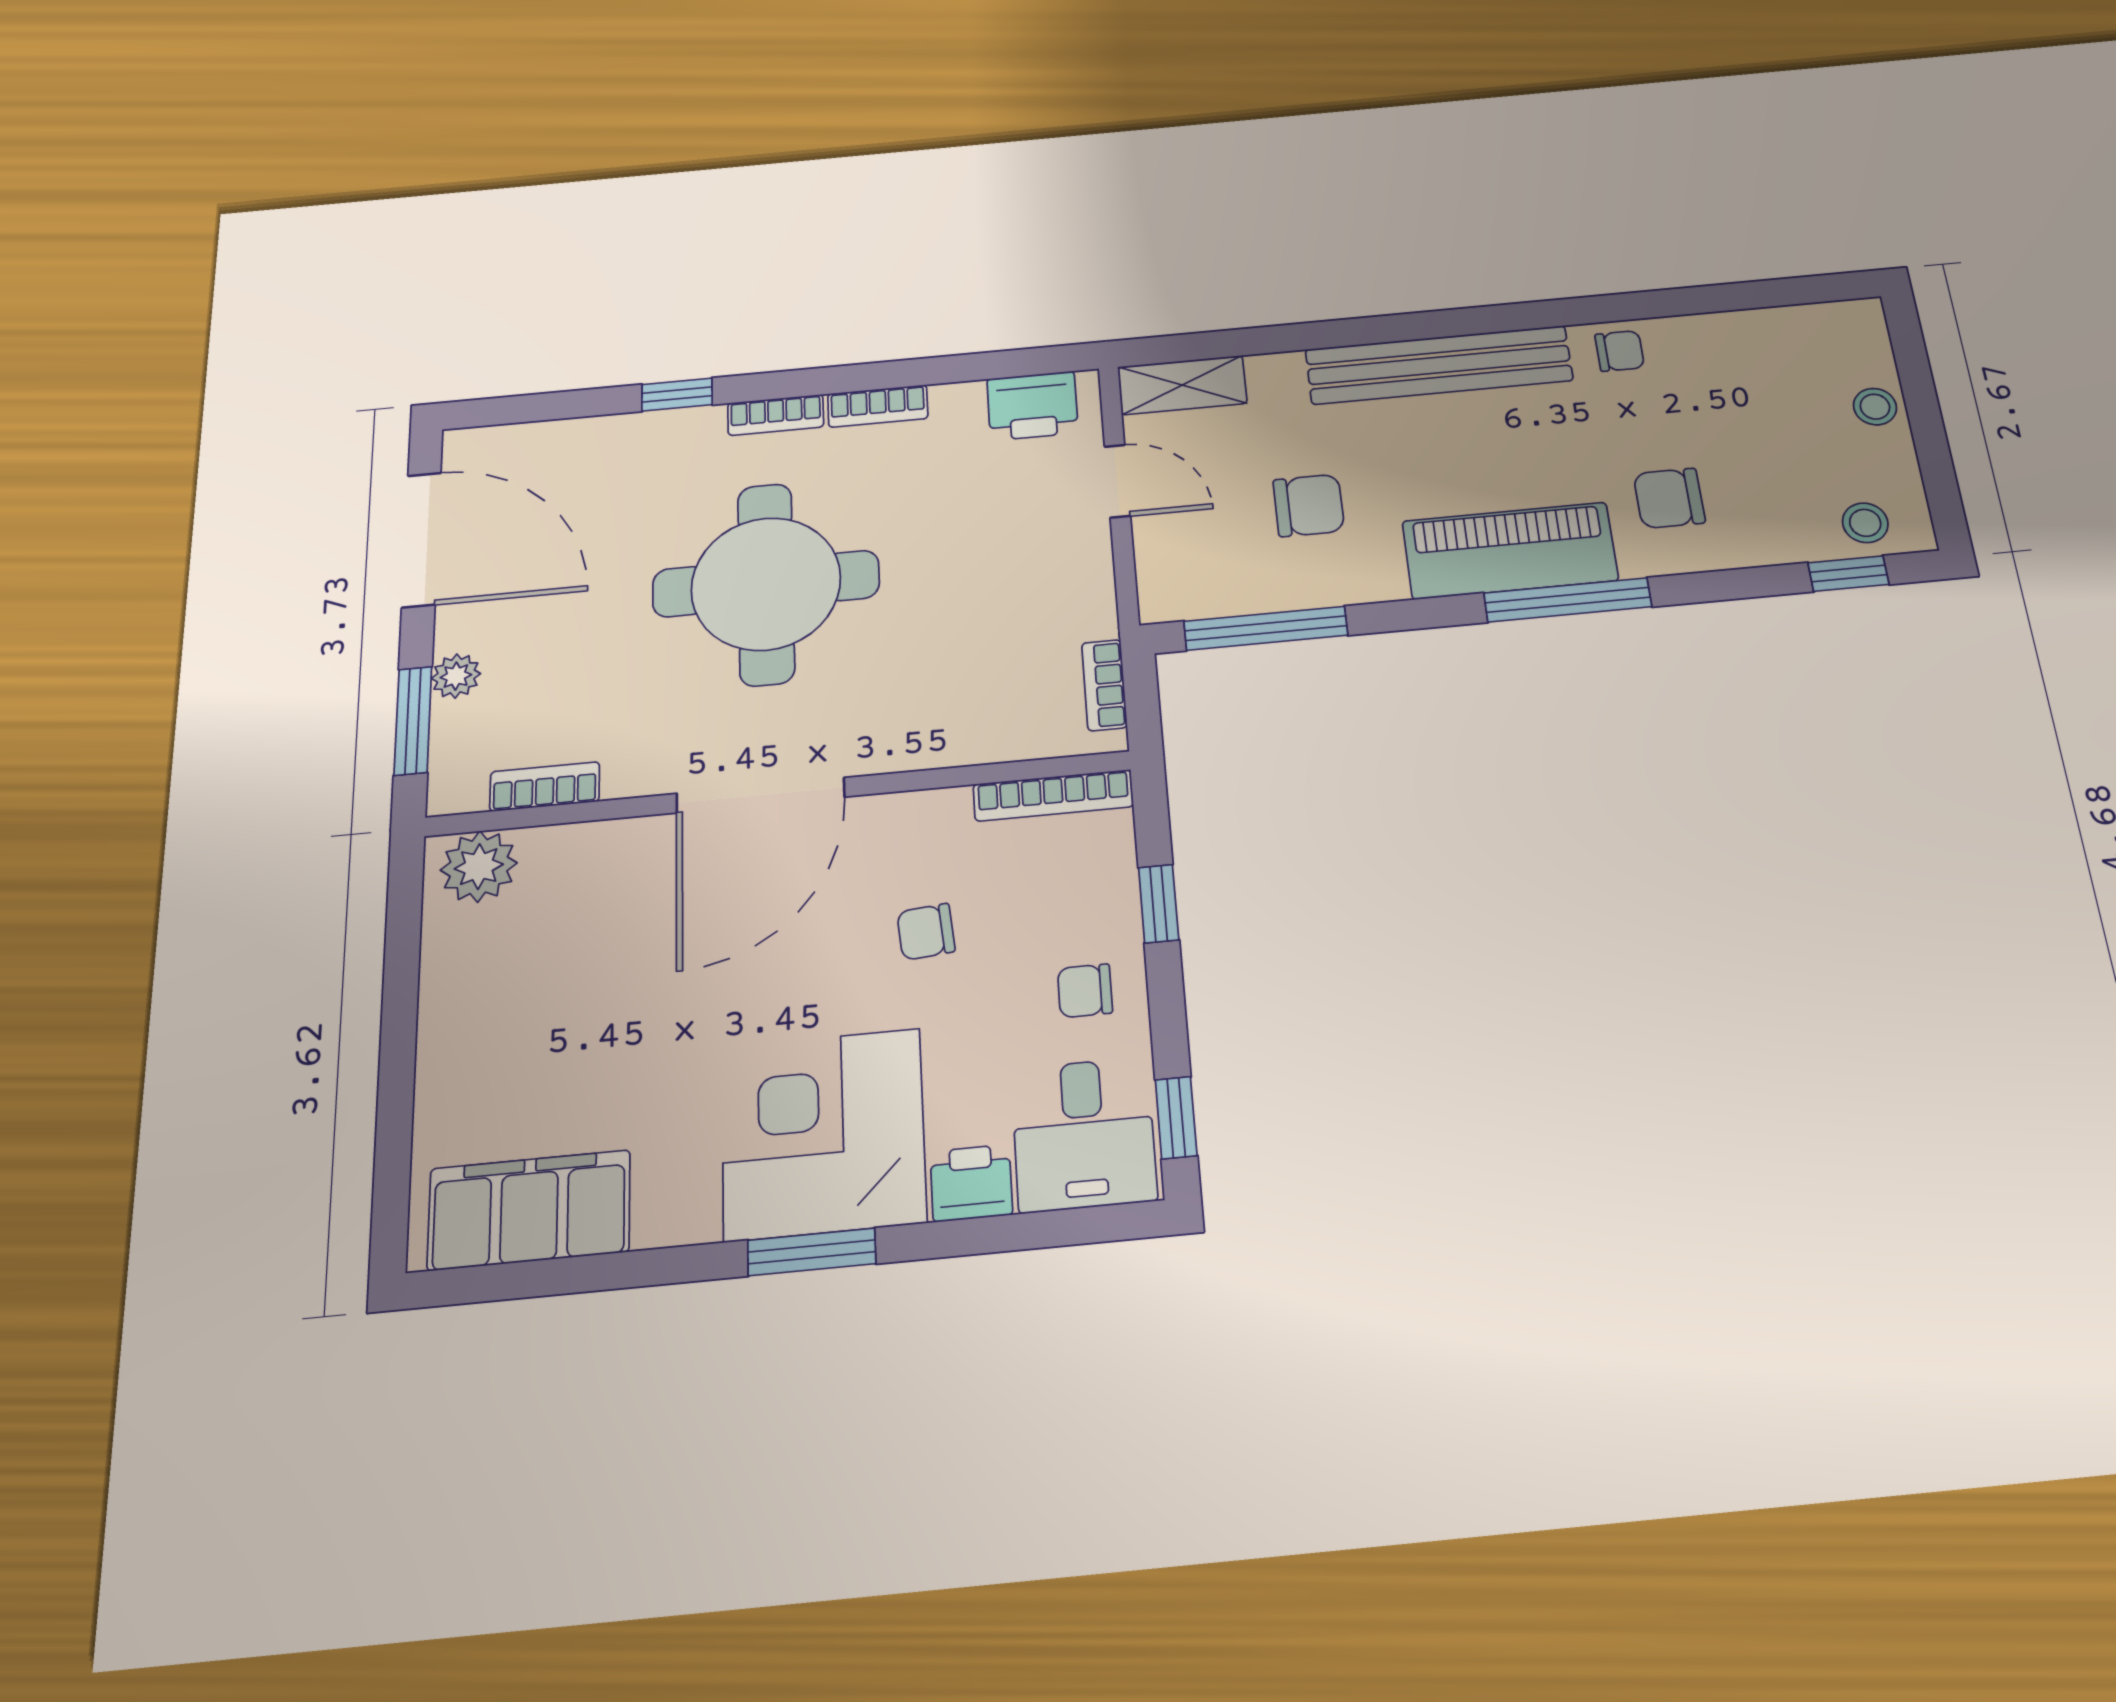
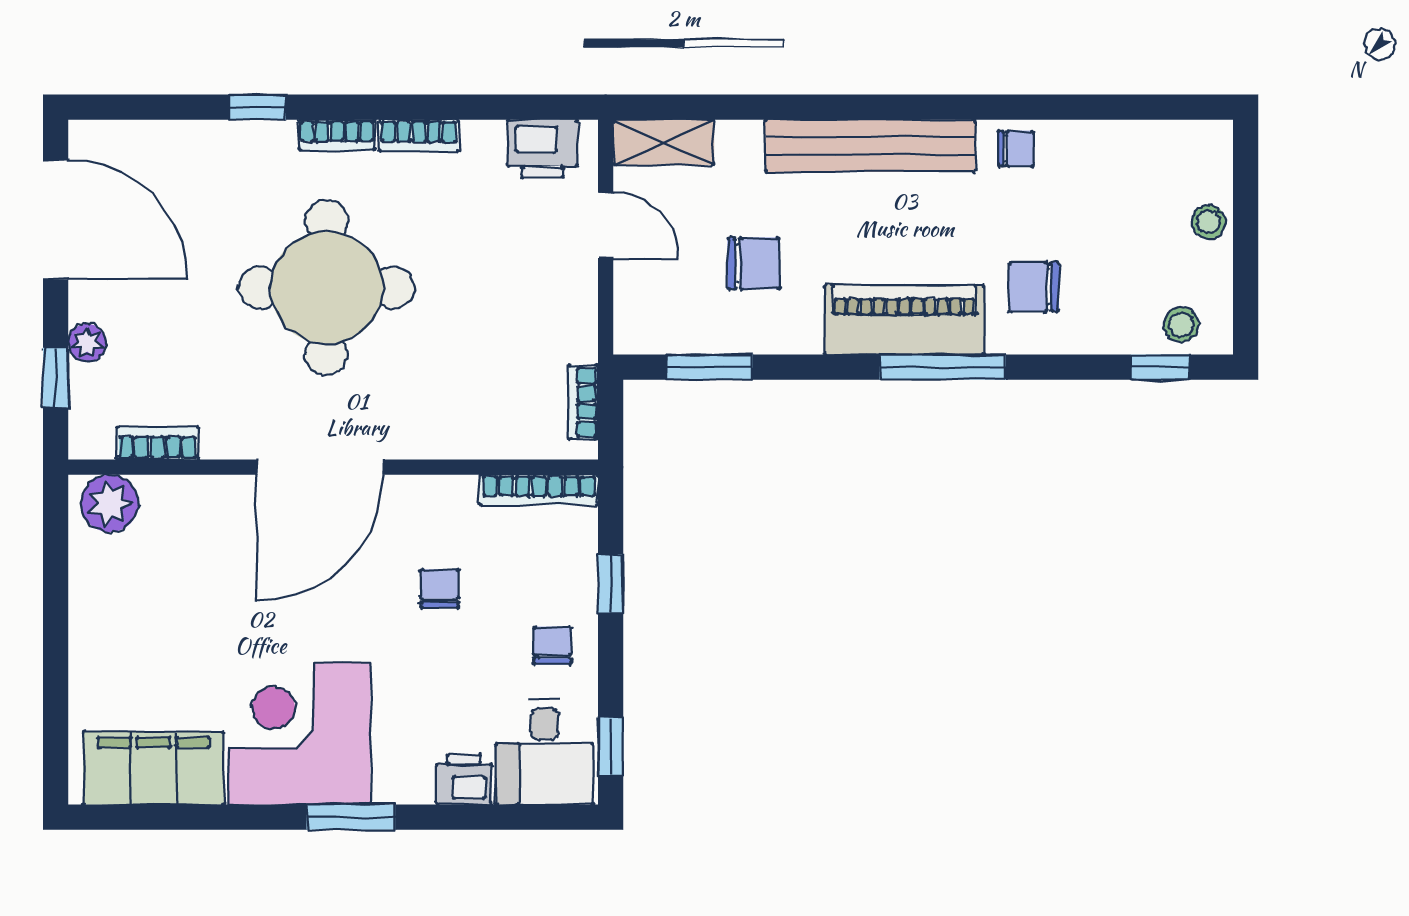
window: (1266, 628) -> (710, 367), width x0.69
window: (413, 721) -> (56, 378), width x0.67
chair: (926, 932) -> (440, 589), turned 95
chair: (1085, 991) -> (552, 646), turned 90
corner desk: (823, 1134) -> (299, 734), moved

